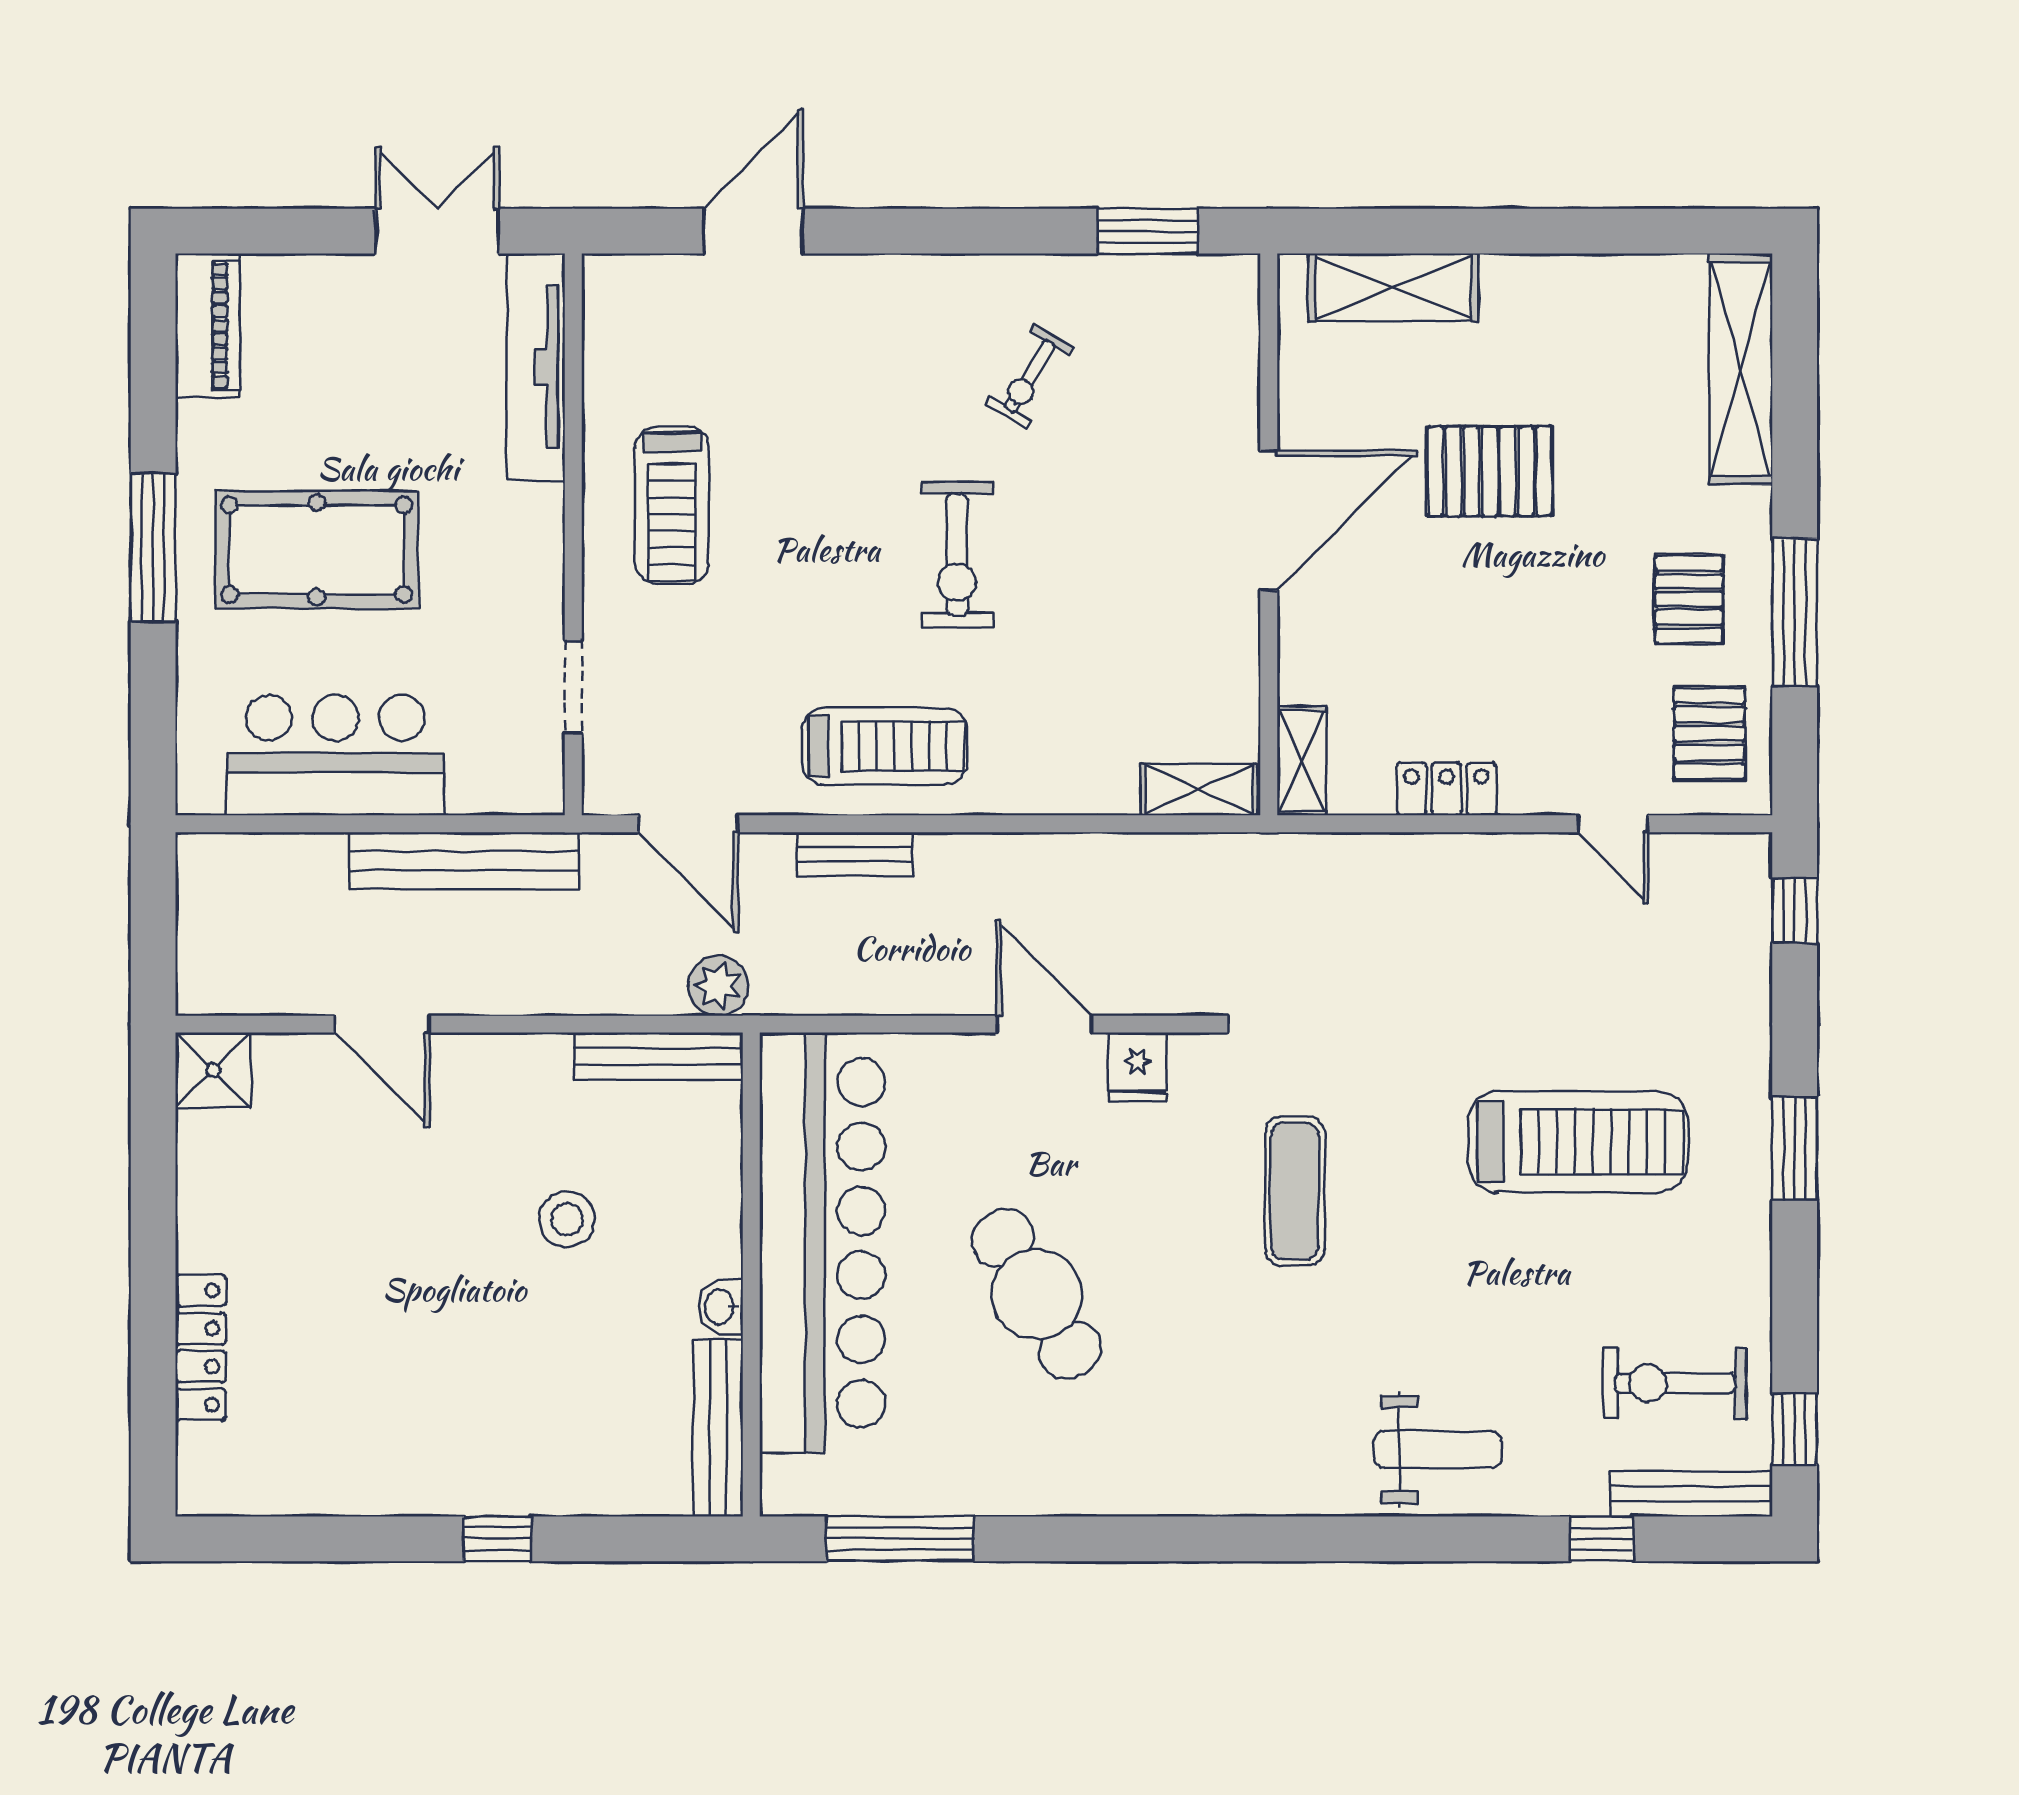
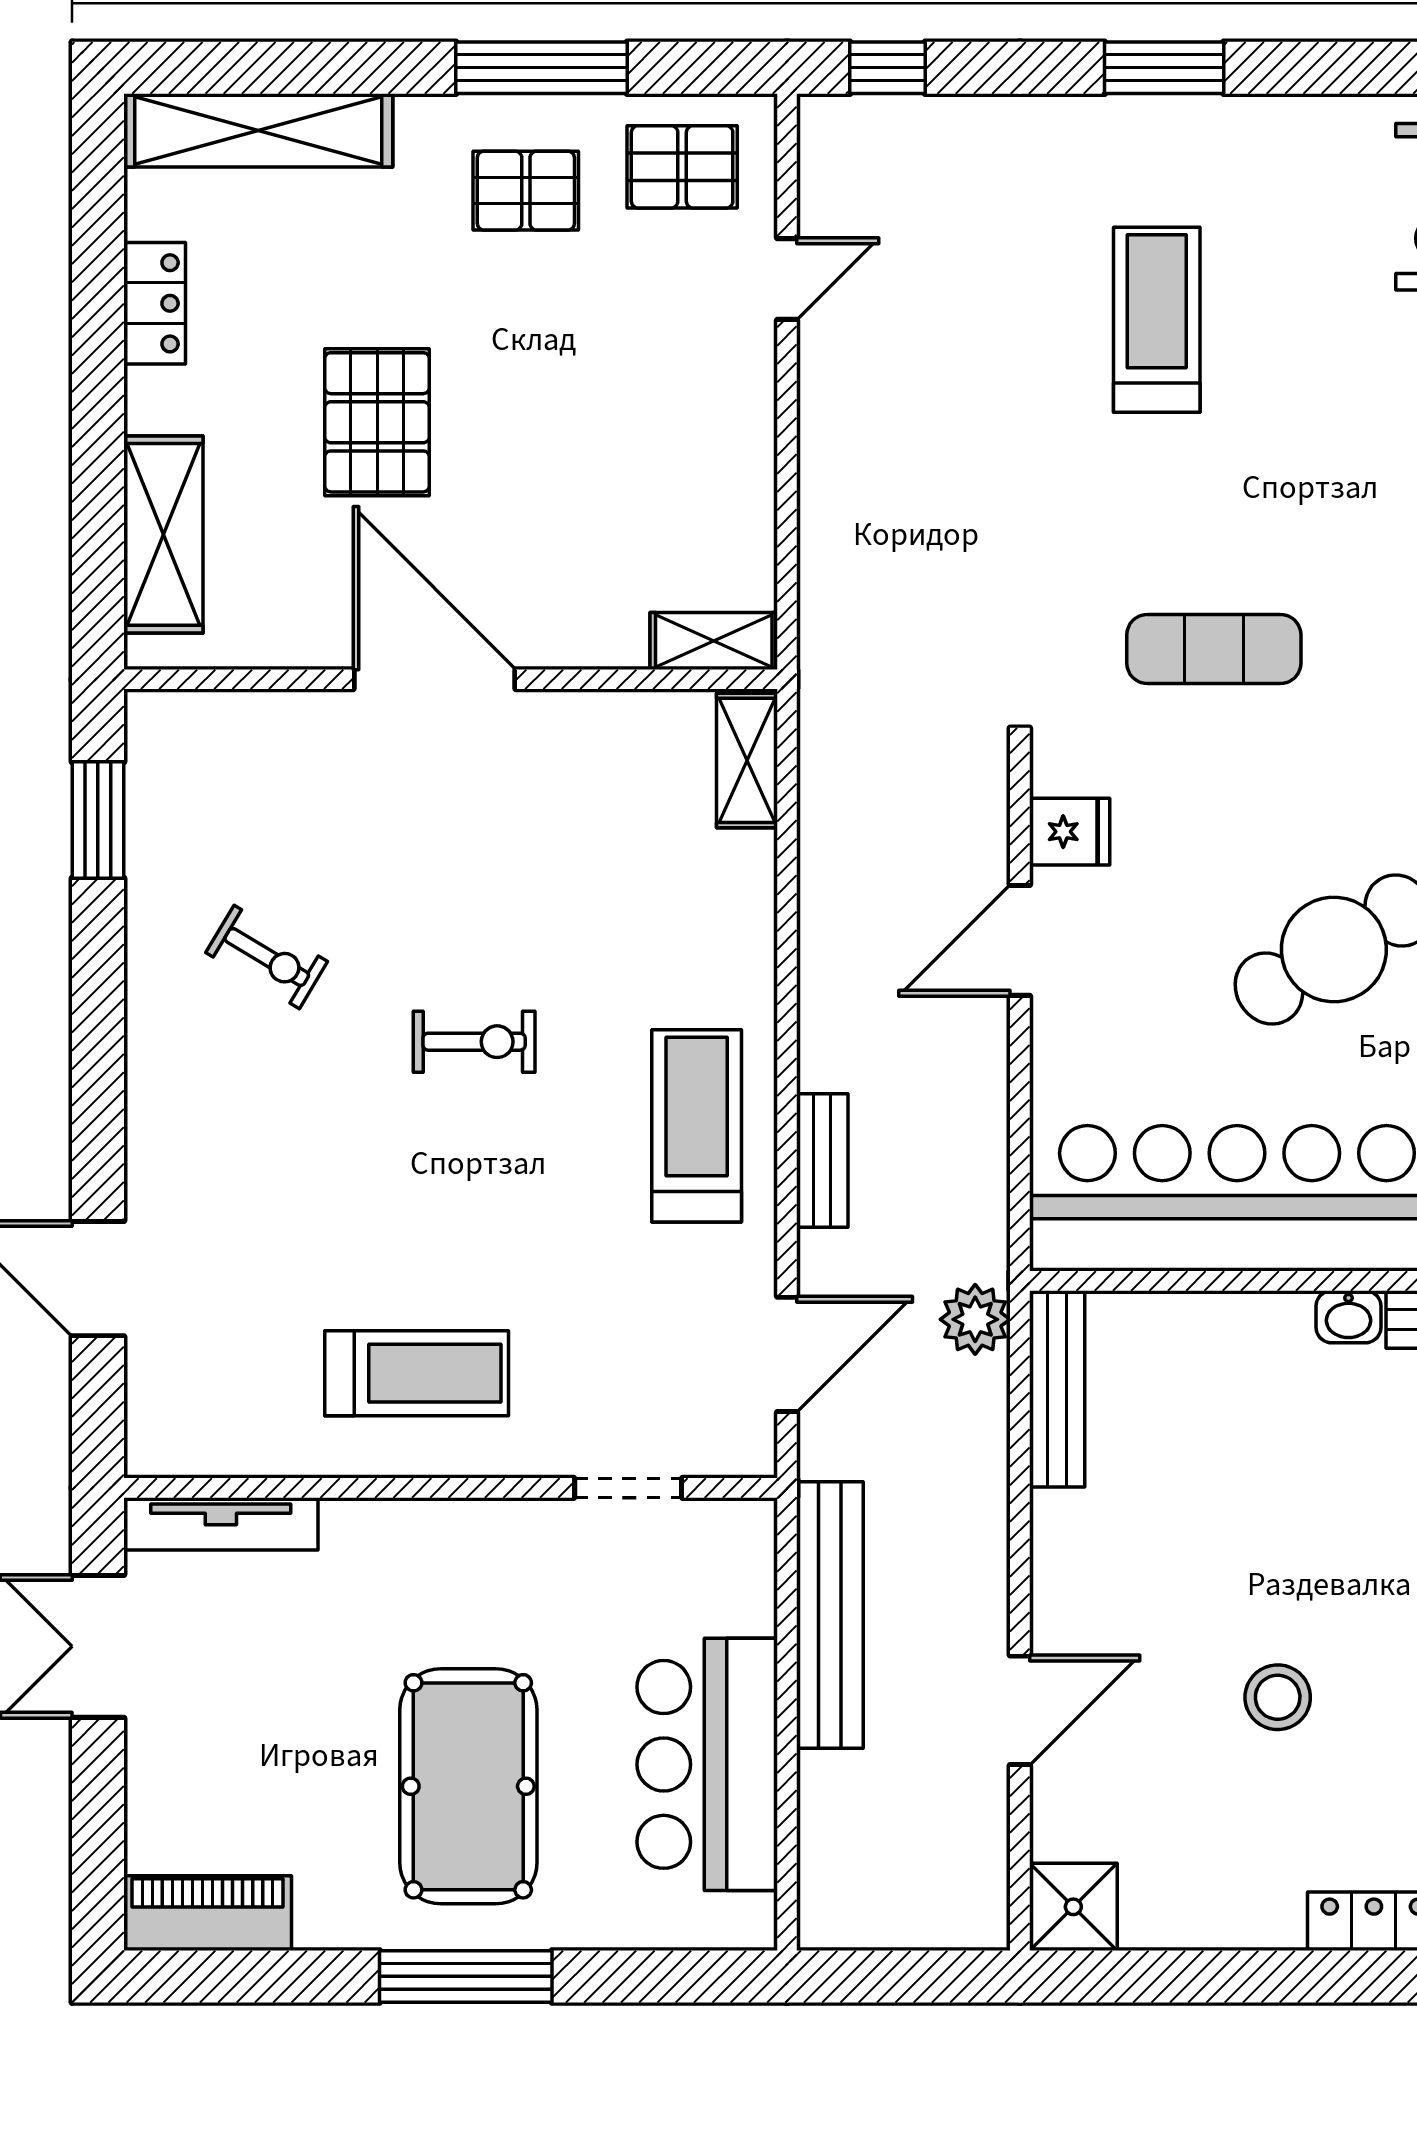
tv unit: (536, 367) -> (221, 1524), width x0.73, depth x0.78
exercise bike: (957, 555) -> (474, 1042), width x0.73, depth x0.72
locker: (1446, 789) -> (155, 303), moved, turned 180
treadmill: (1578, 1142) -> (1157, 320), width x0.73, depth x0.73
stool: (567, 1219) -> (1278, 1697), moved

